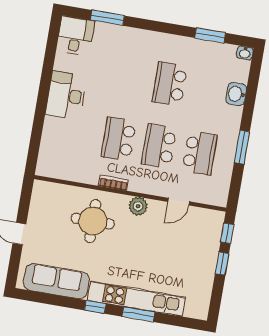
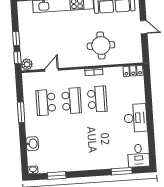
school desk: (170, 84) -> (74, 140), removed
locker: (52, 170) -> (133, 71), added
plant: (138, 206) -> (27, 64), moved

